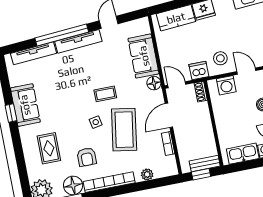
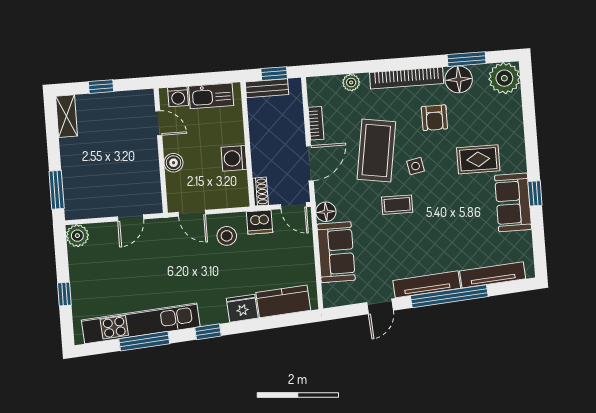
washing machine: (226, 85) -> (234, 158), moved, turned -90
rug: (49, 148) -> (478, 159), moved, turned 90
armchair: (87, 157) -> (434, 118), turned 180

